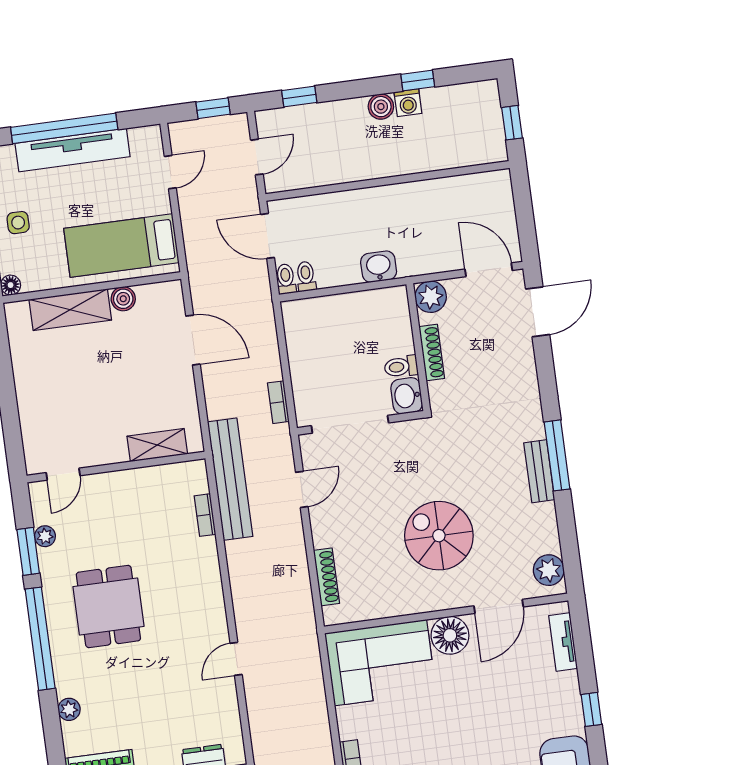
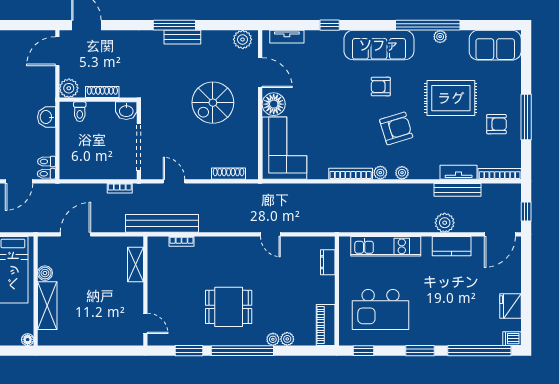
toilet: (401, 367) -> (80, 112), moved
plant: (45, 536) -> (273, 339), moved

